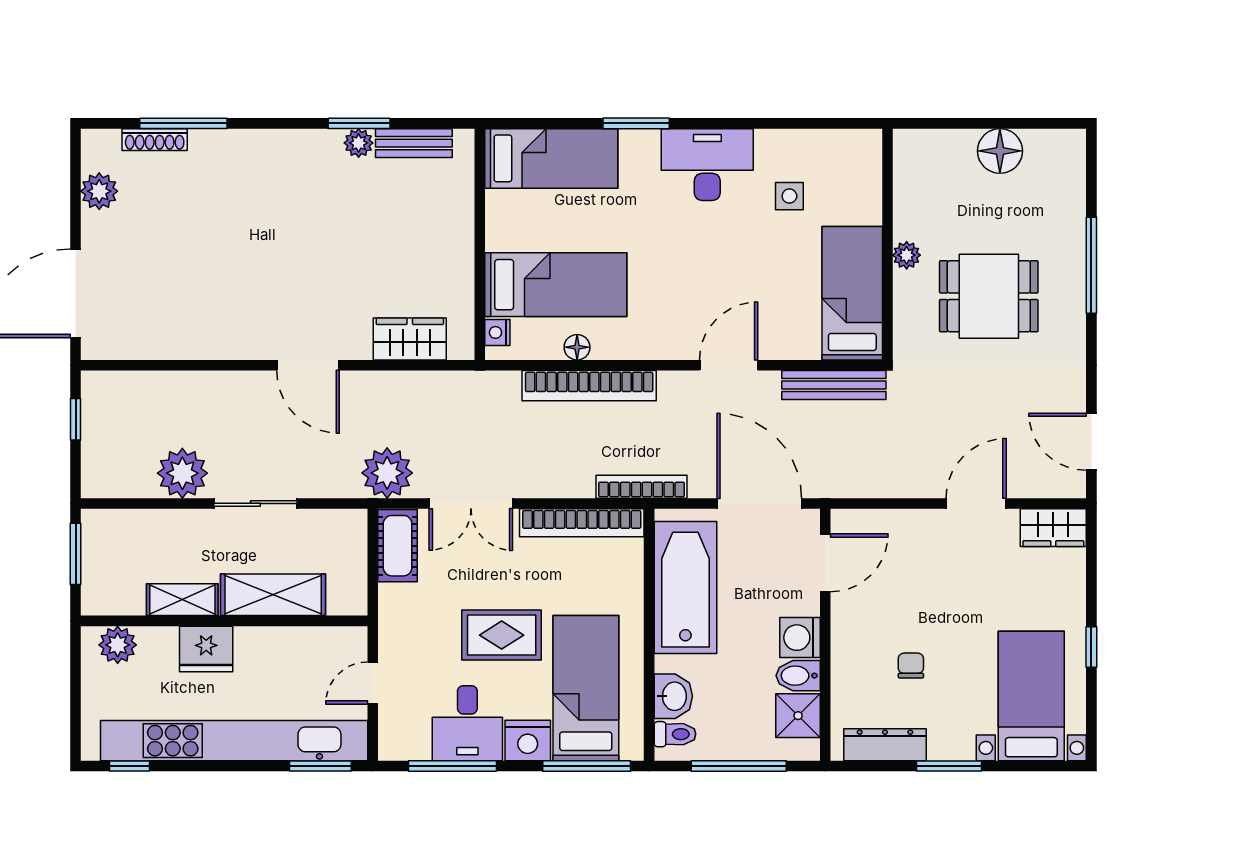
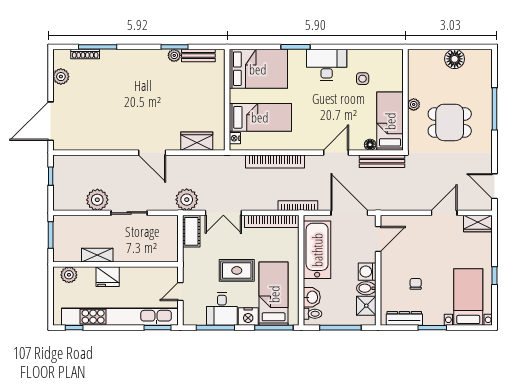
bed: (551, 158) -> (258, 69), width x1.50
floor lamp: (577, 347) -> (370, 145), moved
shelving: (273, 595) -> (137, 253), removed

